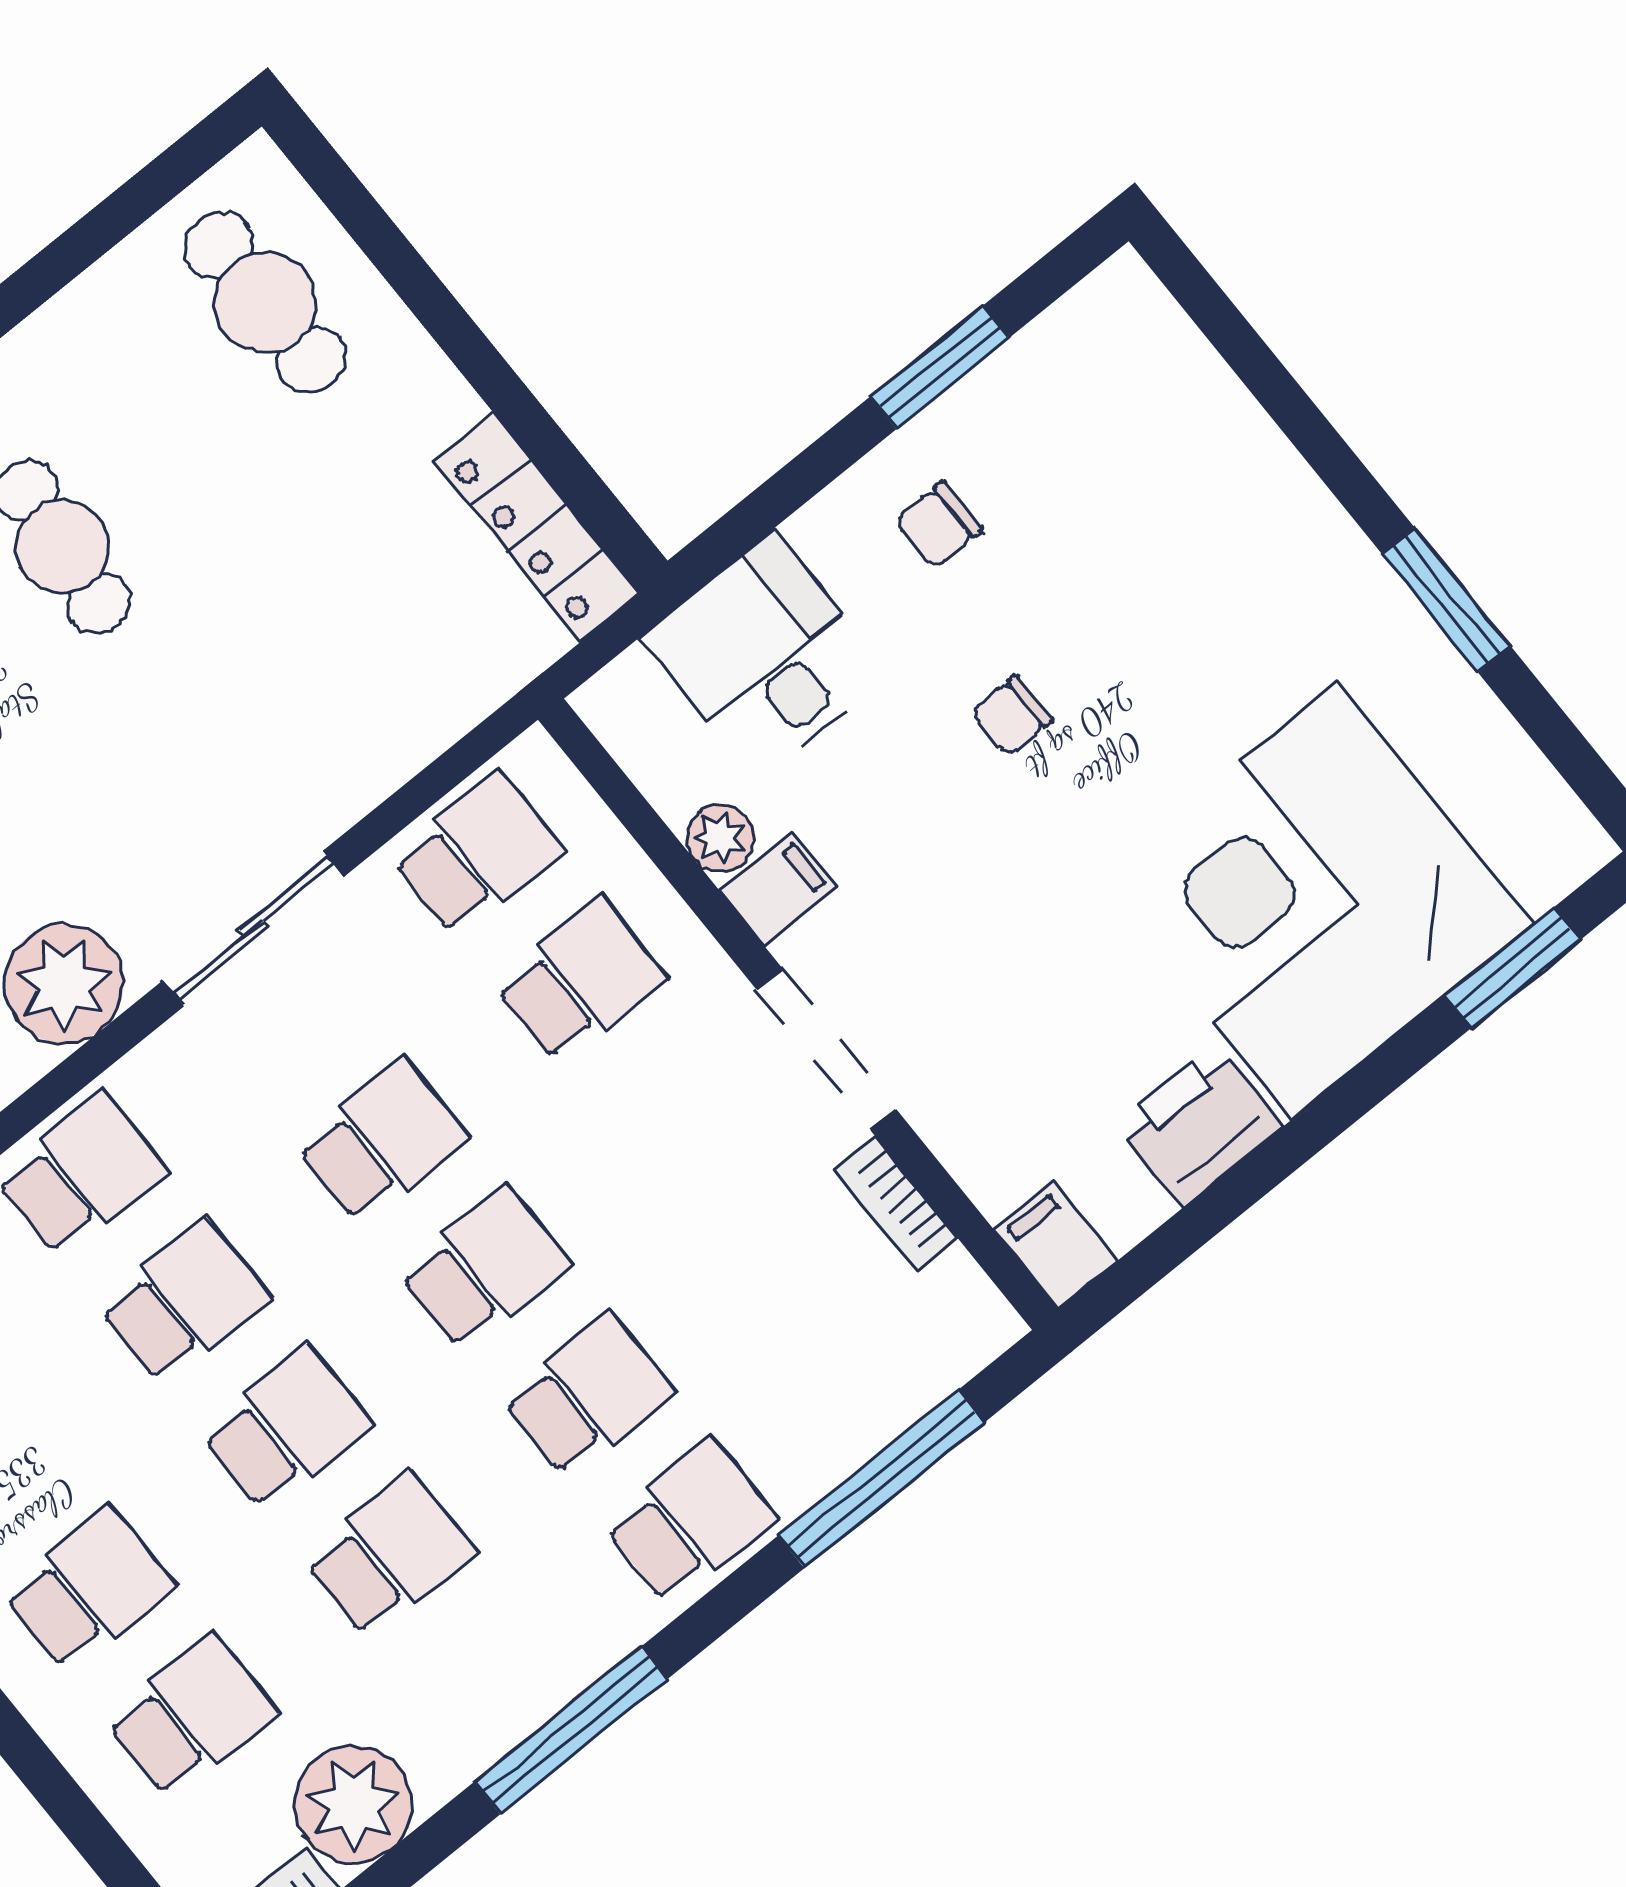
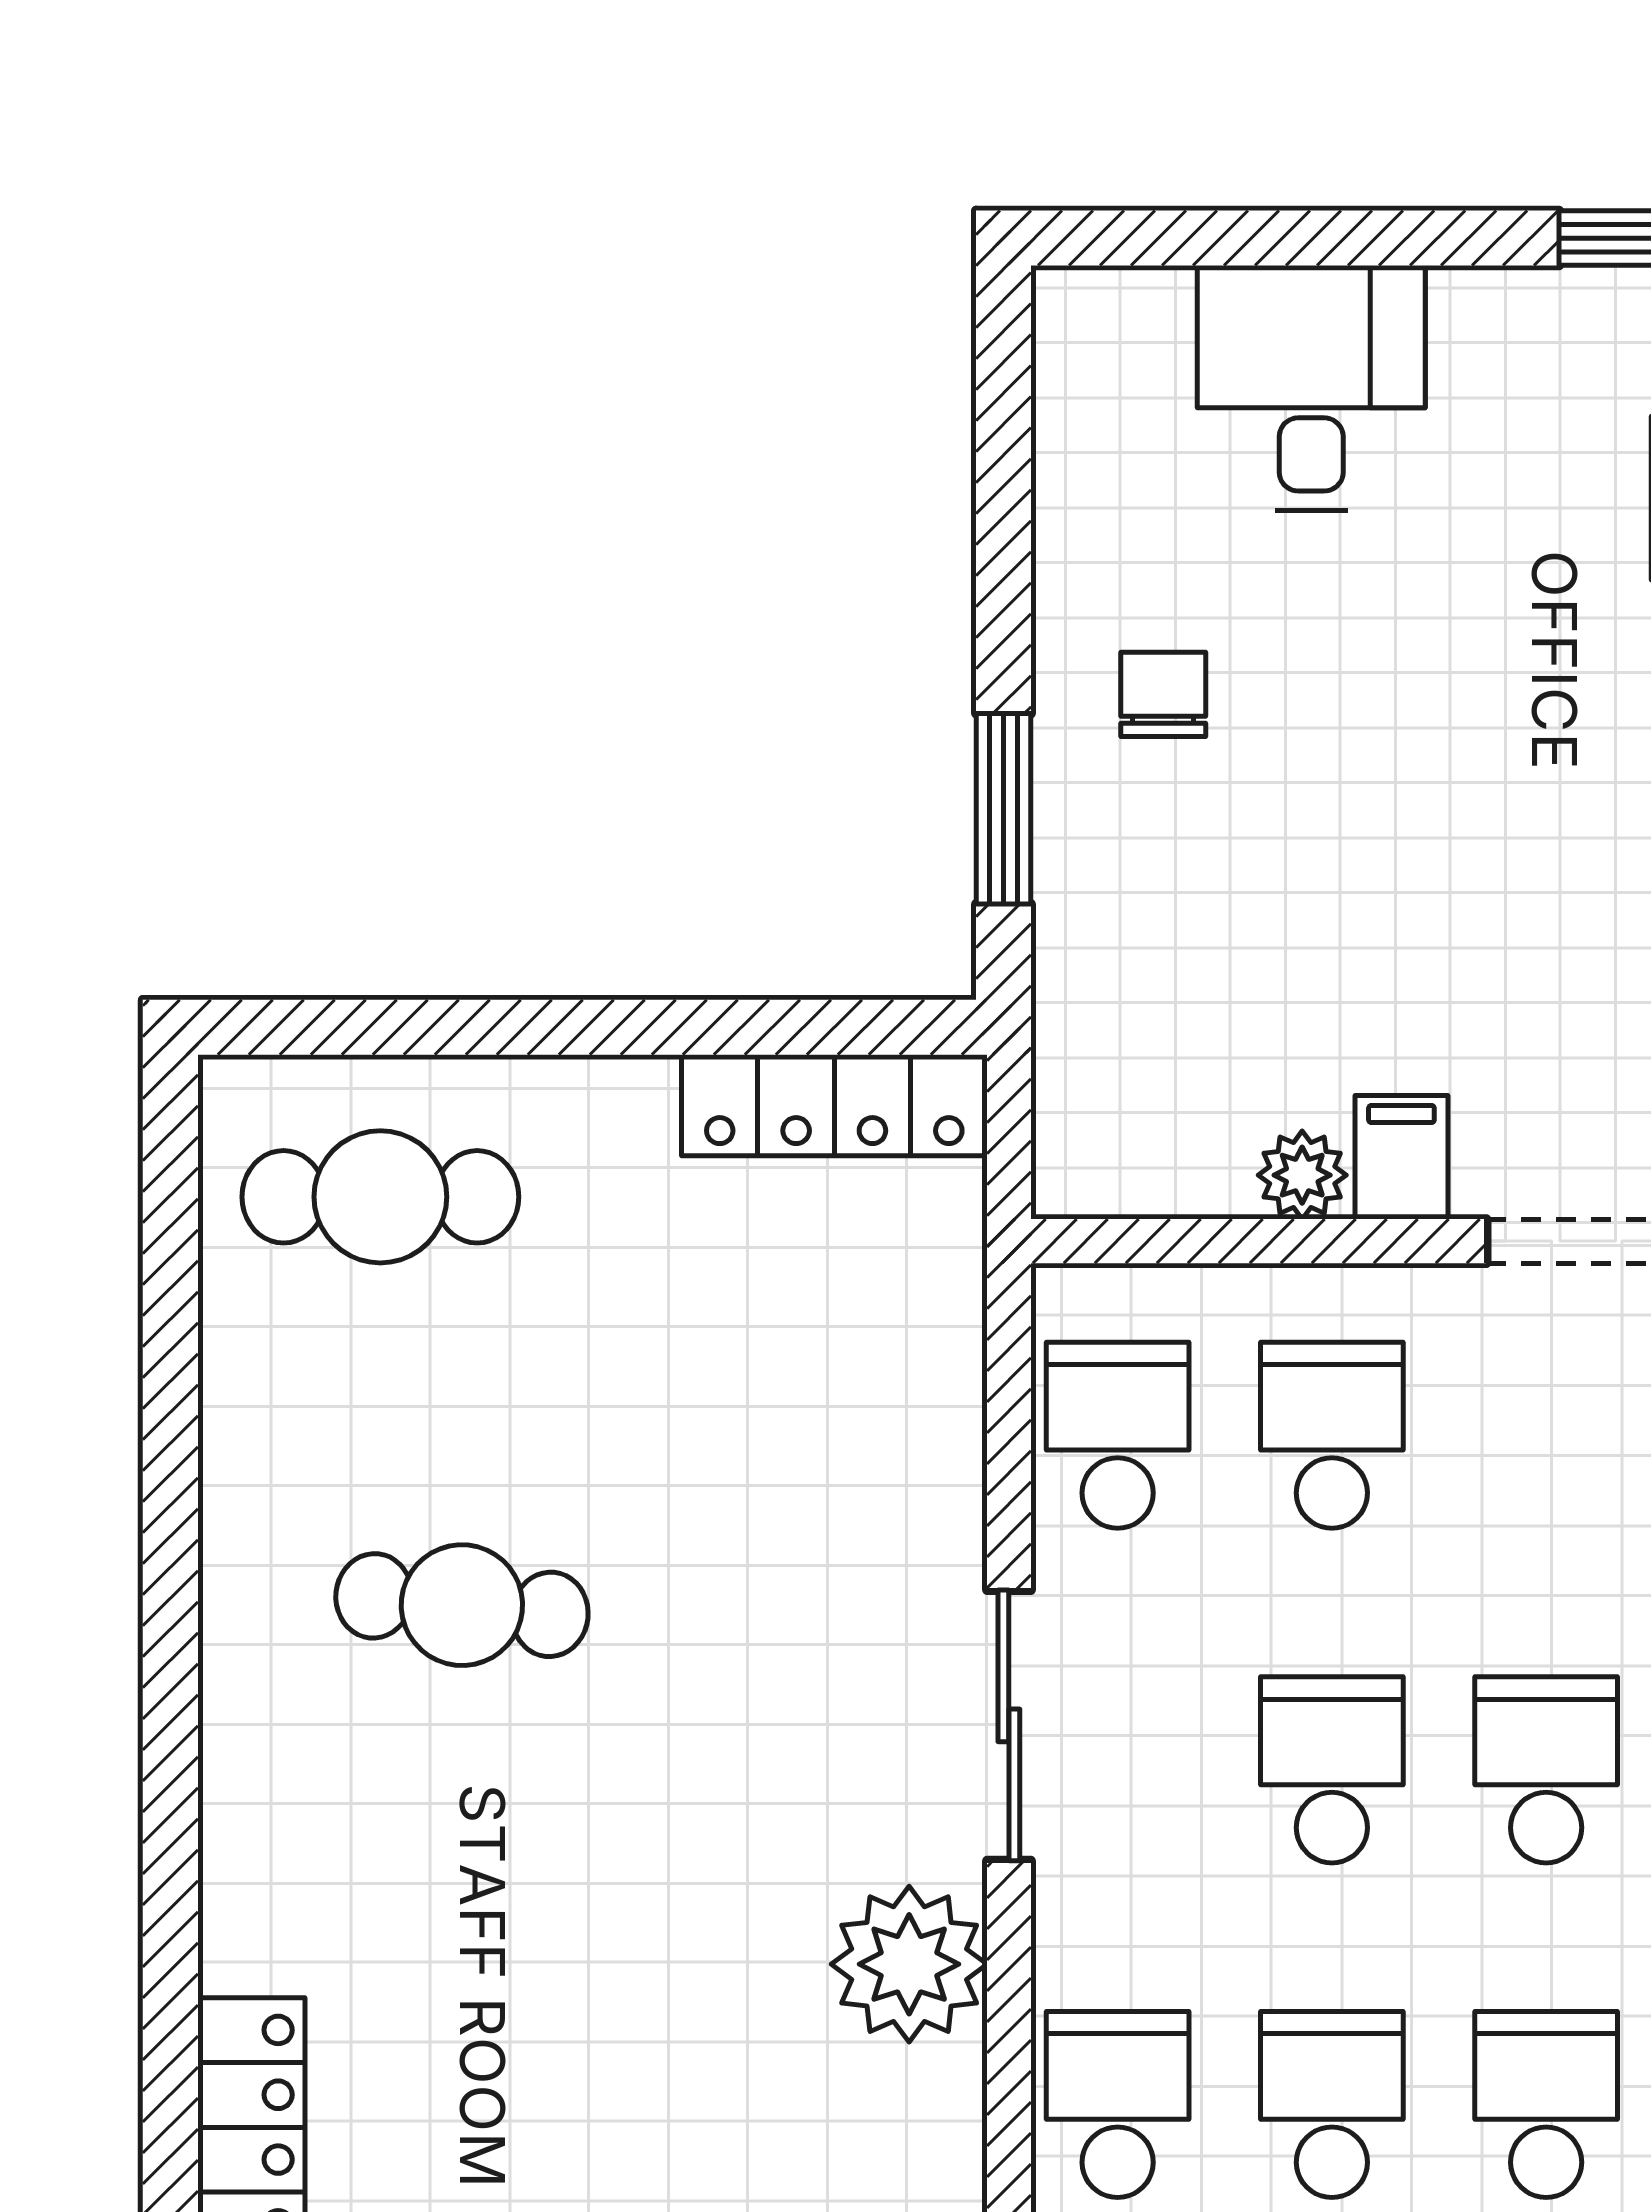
window: (940, 367) -> (1003, 809), moved
chair: (938, 525) -> (1163, 694), turned 180
desk: (765, 656) -> (1311, 388), moved, turned 90
chair: (1012, 716) -> (1418, 777), removed

